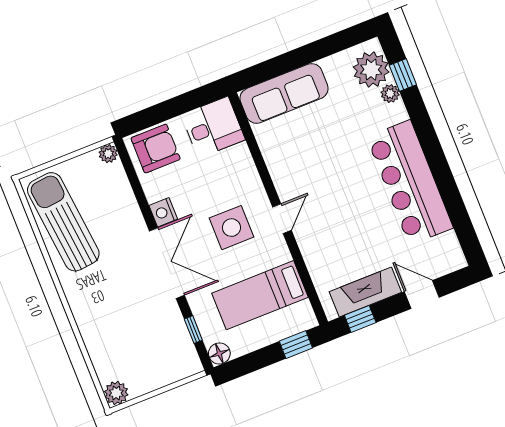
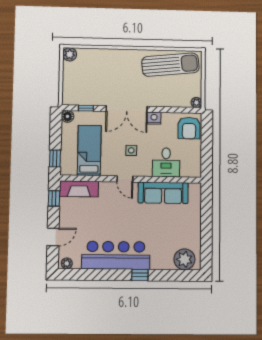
window: (403, 75) -> (140, 275), moved
sofa: (284, 93) -> (163, 193), moved, turned -90
plant: (390, 94) -> (67, 263), moved
desk: (213, 127) -> (166, 162), moved
side table: (231, 228) -> (131, 150), width x0.54, depth x0.54
fireplace: (365, 292) -> (79, 189), moved, turned 90

